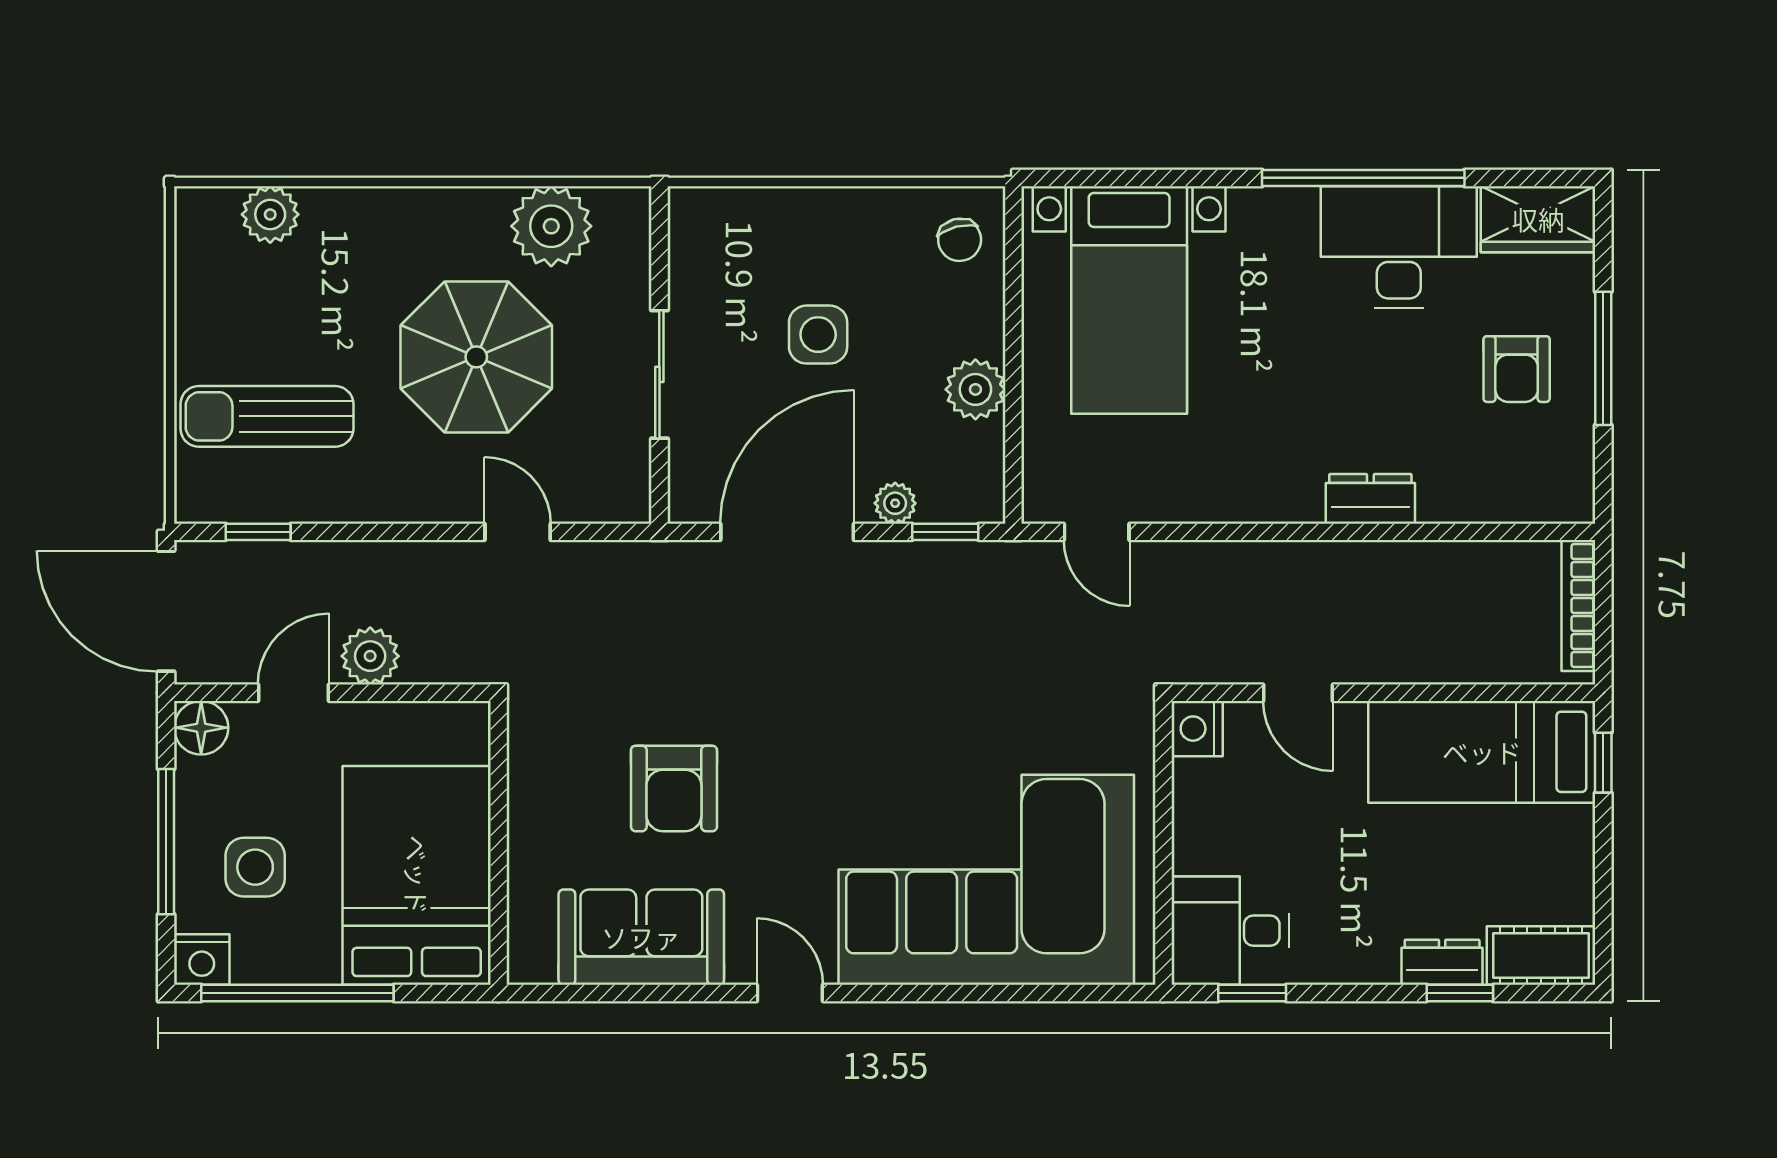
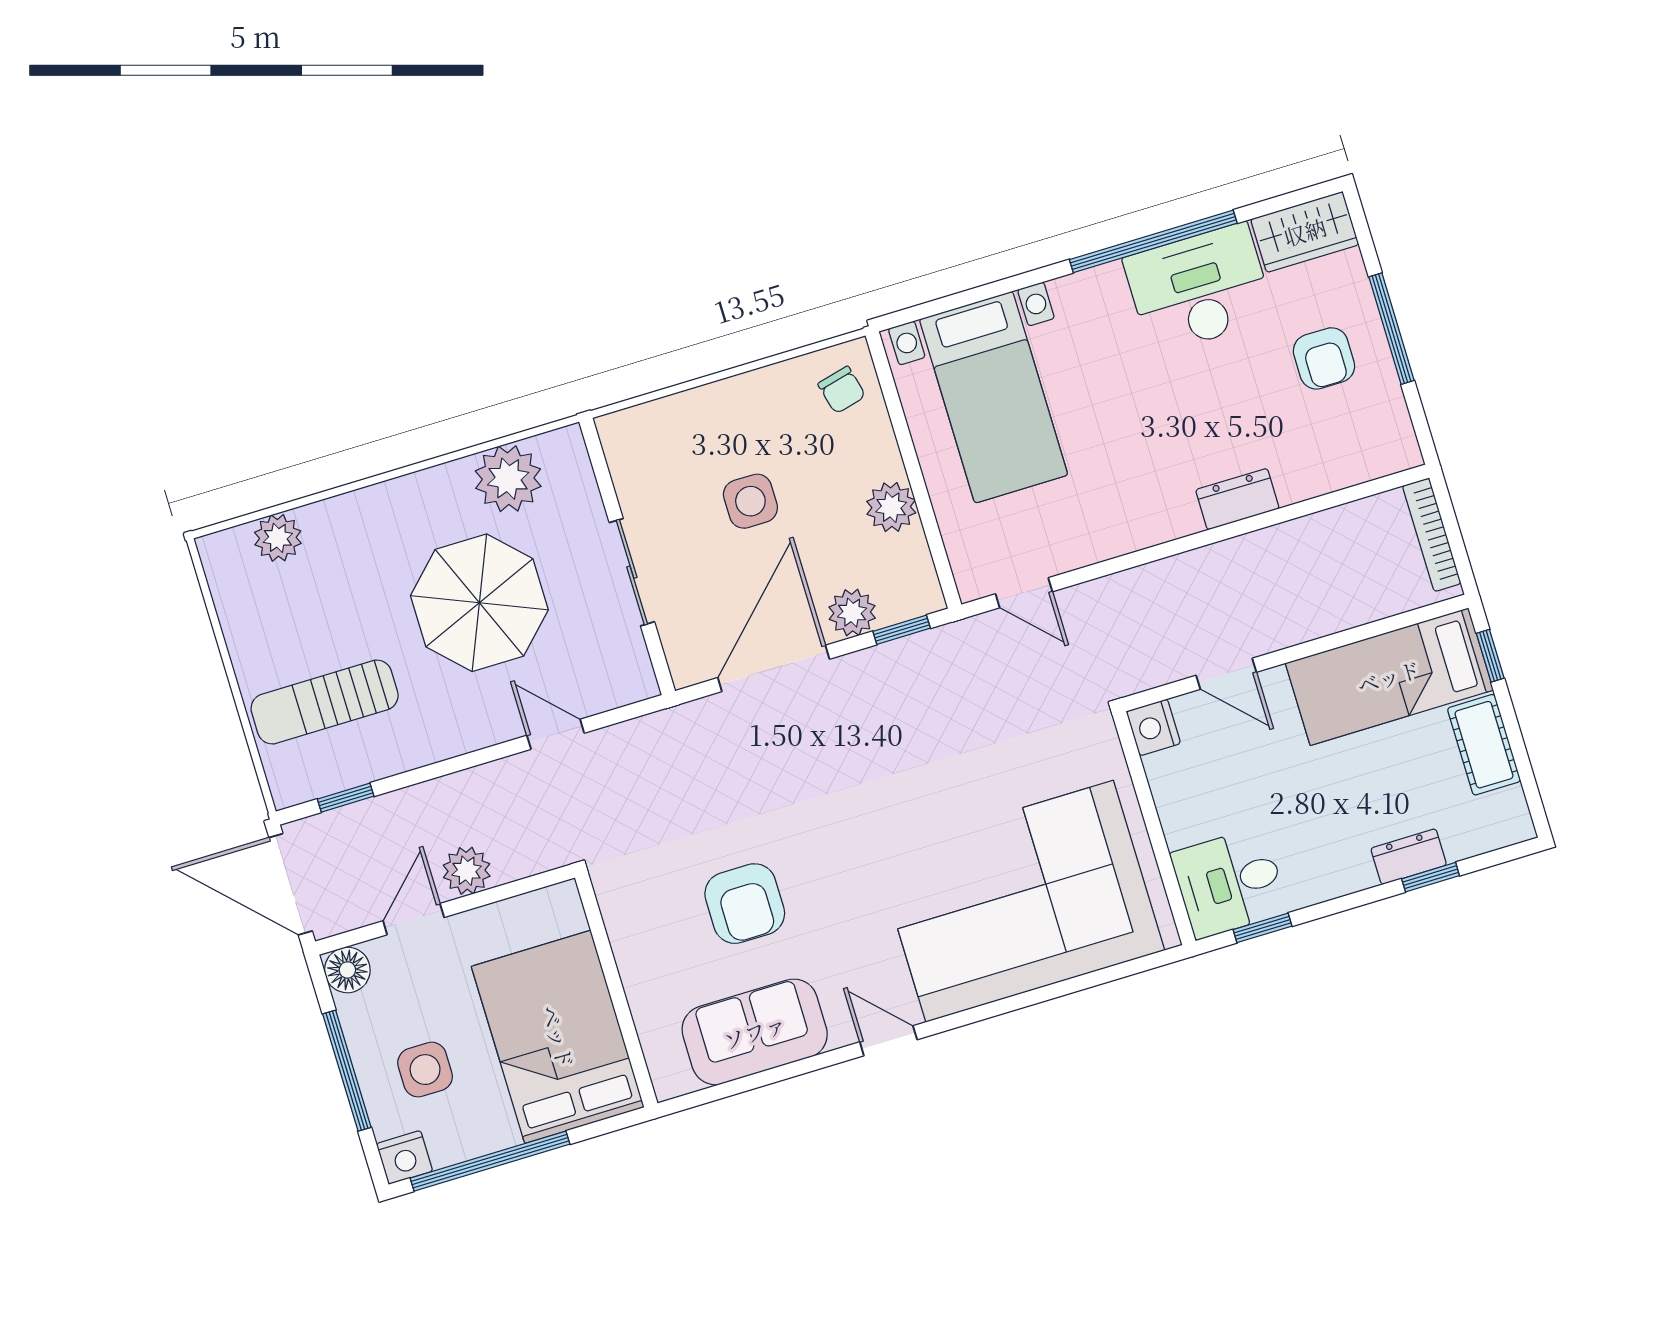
plant: (895, 503) -> (852, 613), width x1.38, depth x1.38
cot: (1541, 956) -> (1484, 745), moved, turned 90

